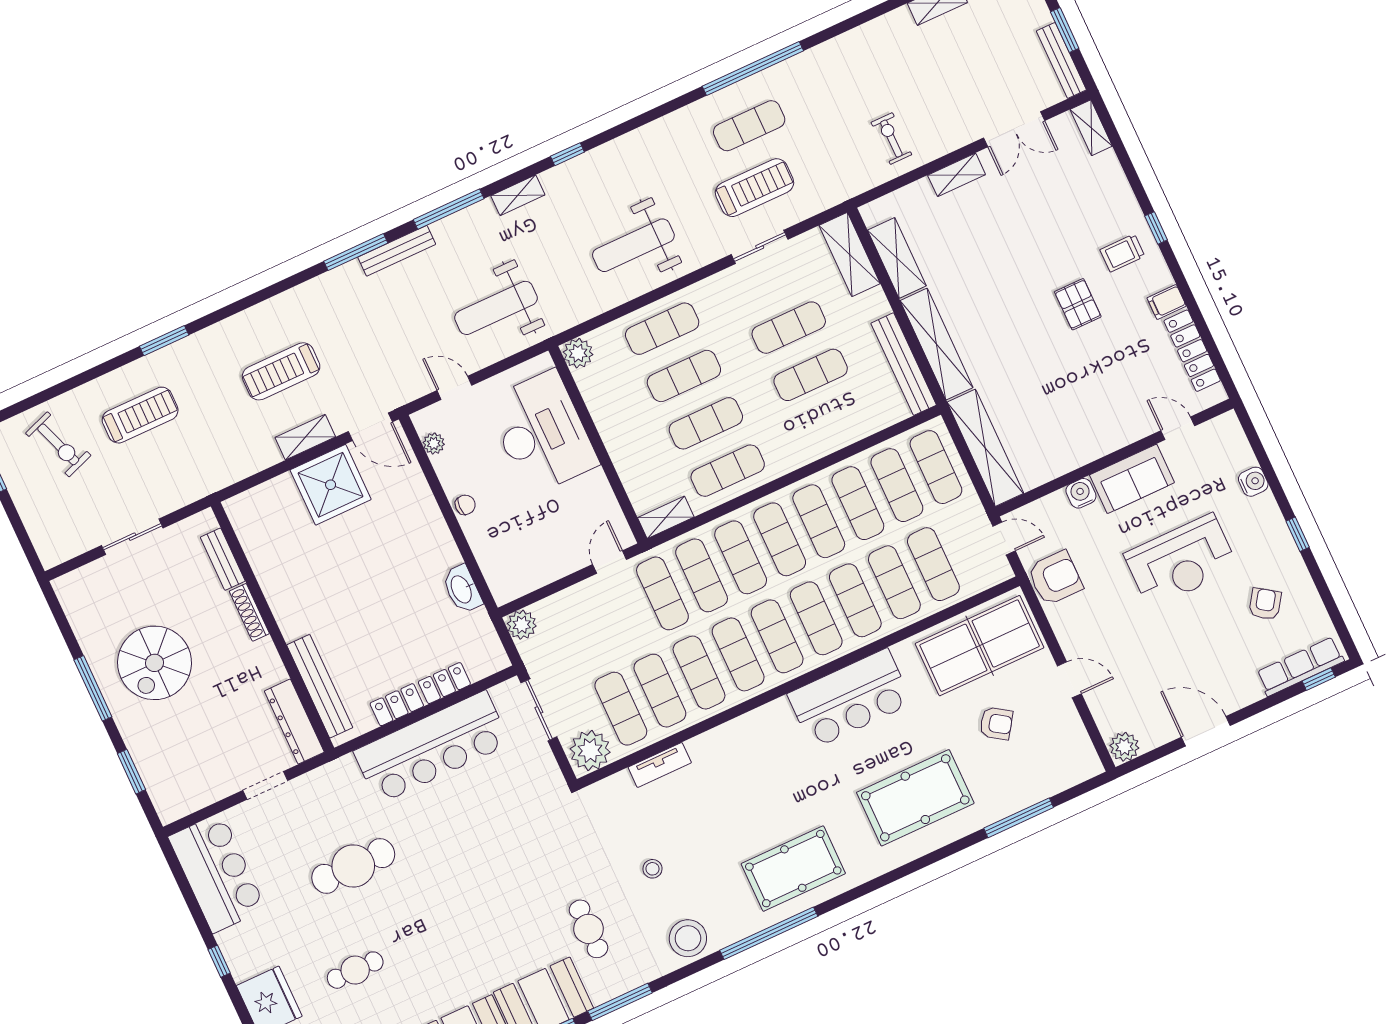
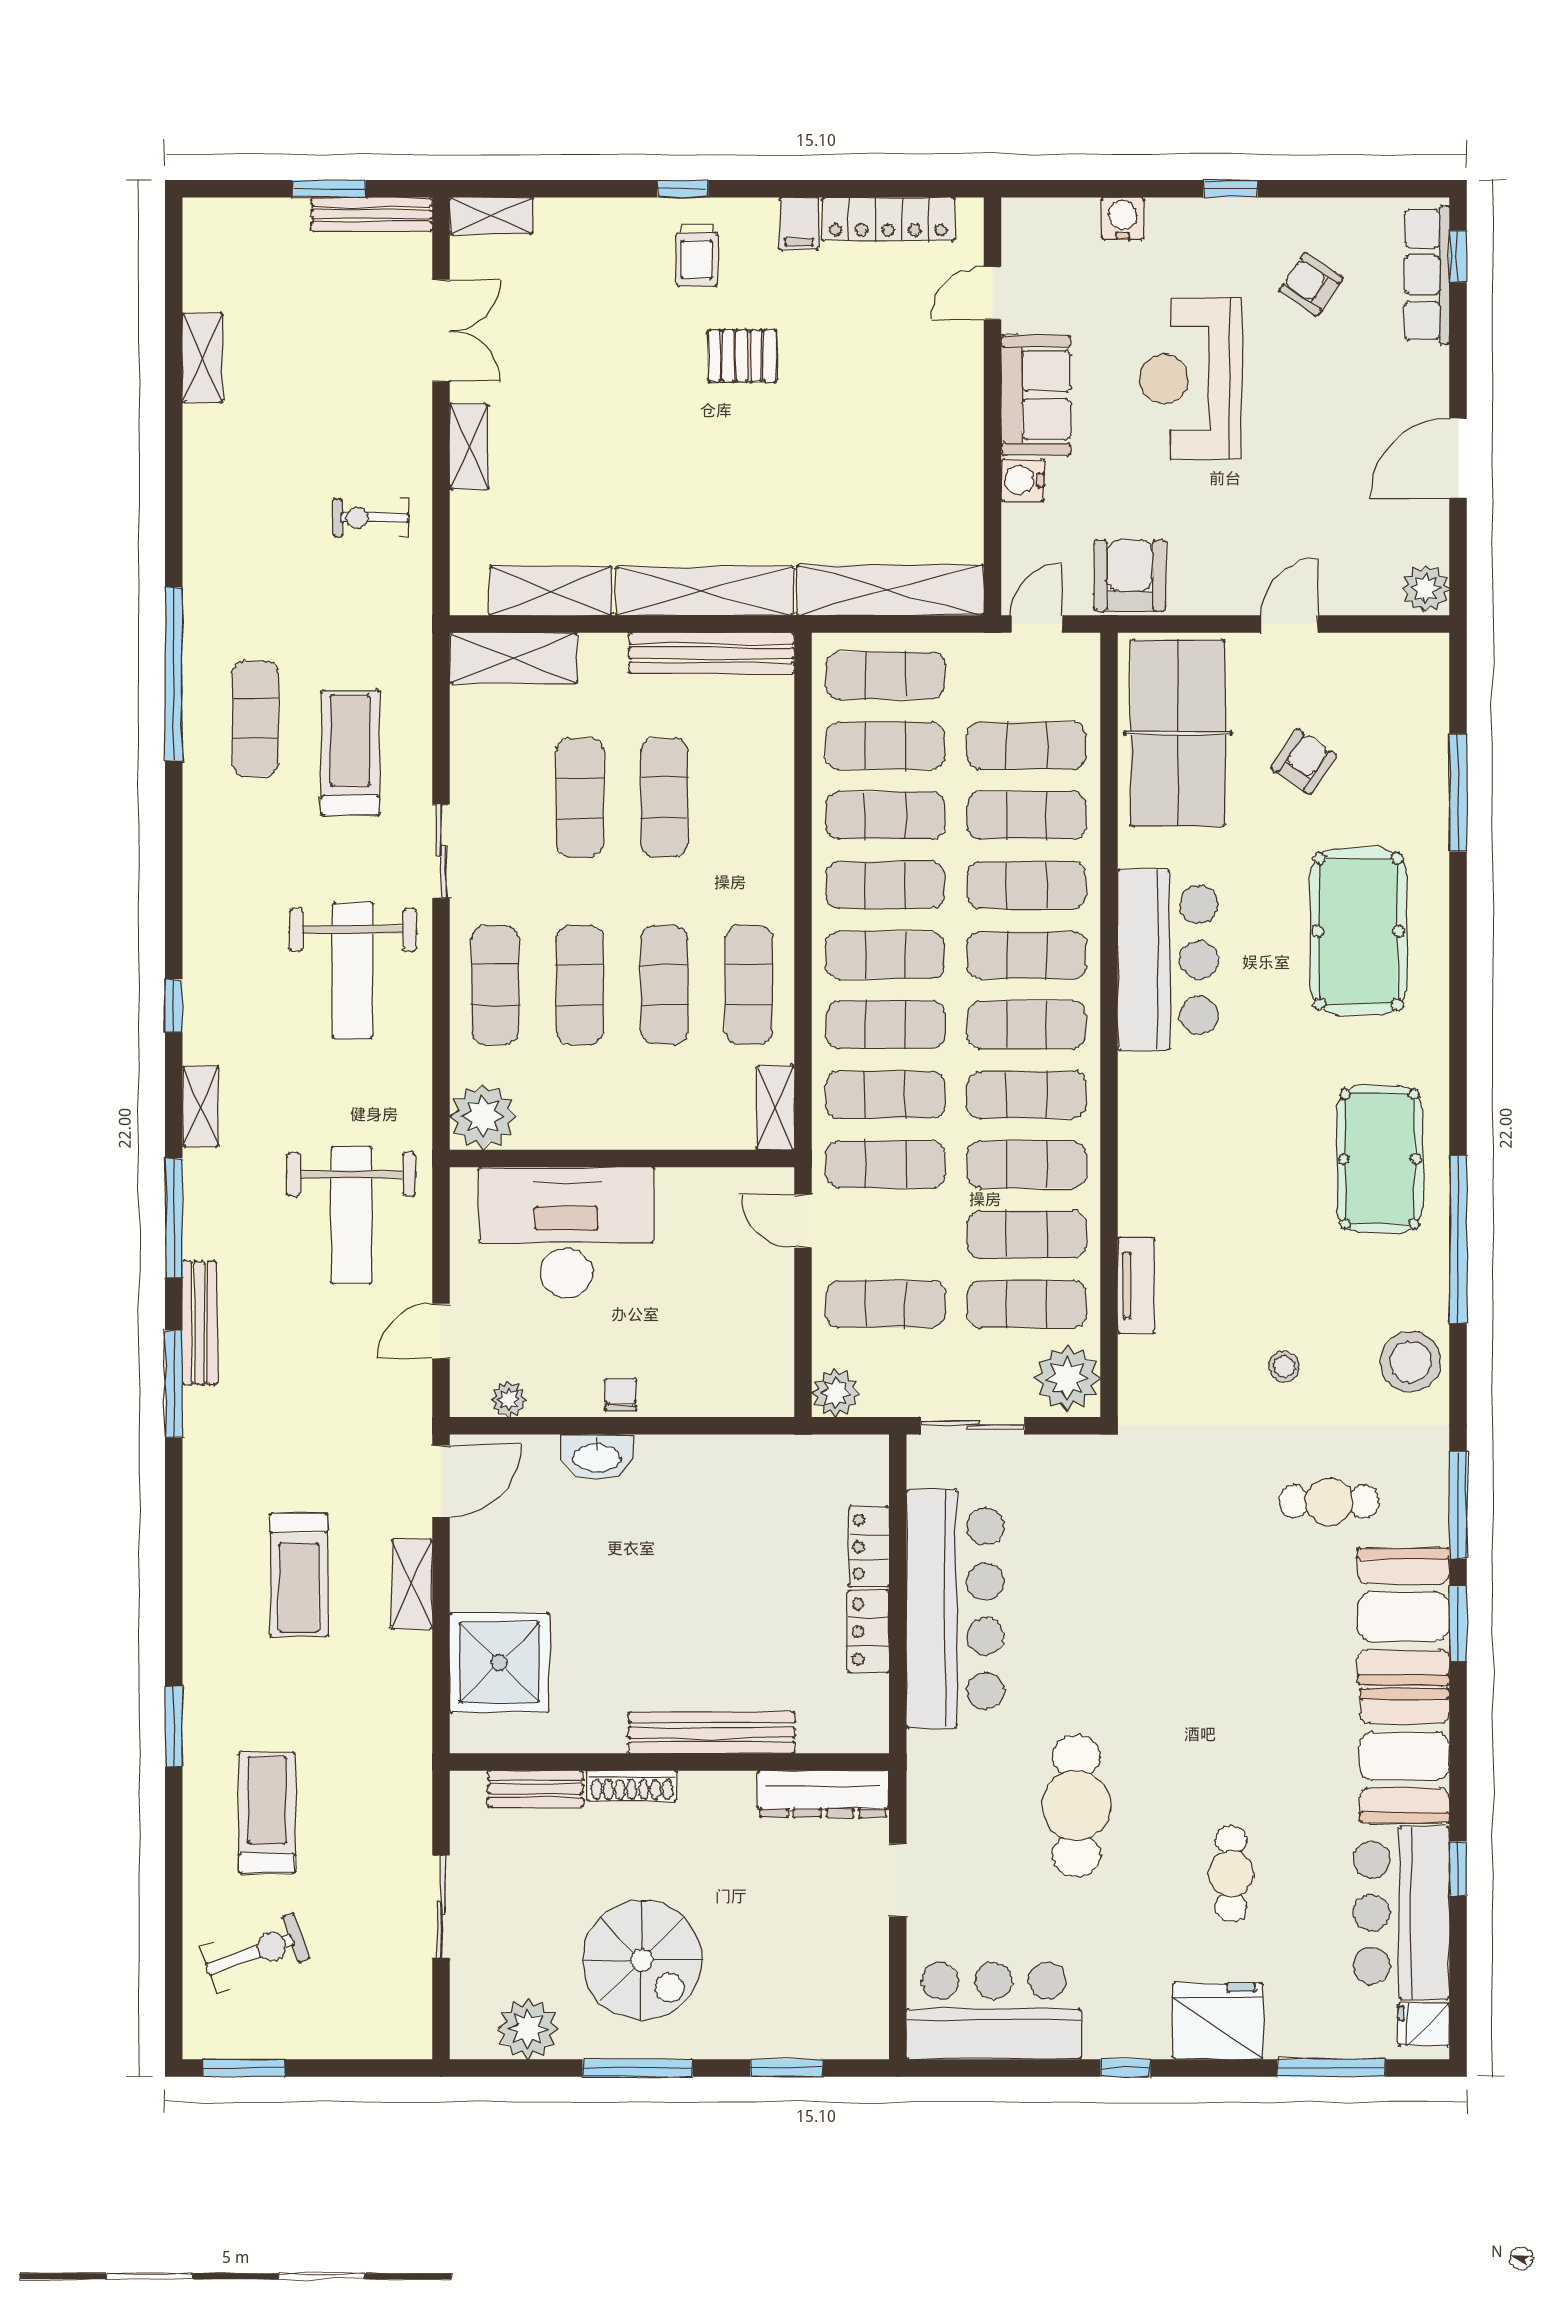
sliding door: (760, 247) -> (441, 851), moved
plant: (578, 353) -> (483, 1116), width x1.36, depth x1.36
shower: (331, 485) -> (499, 1662), moved
reception desk: (1181, 561) -> (1191, 379), turned 180
washbasin: (462, 589) -> (597, 1457), moved
plant: (87, 617) -> (528, 2029), added
exercise mat: (584, 630) -> (885, 1304), added
bench: (320, 686) -> (712, 1732), moved

